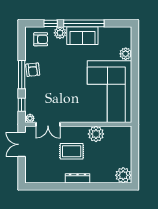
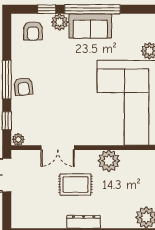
armchair: (41, 39) -> (33, 31), turned 90
armchair: (33, 70) -> (23, 86), moved
double door: (48, 124) -> (58, 148), moved

